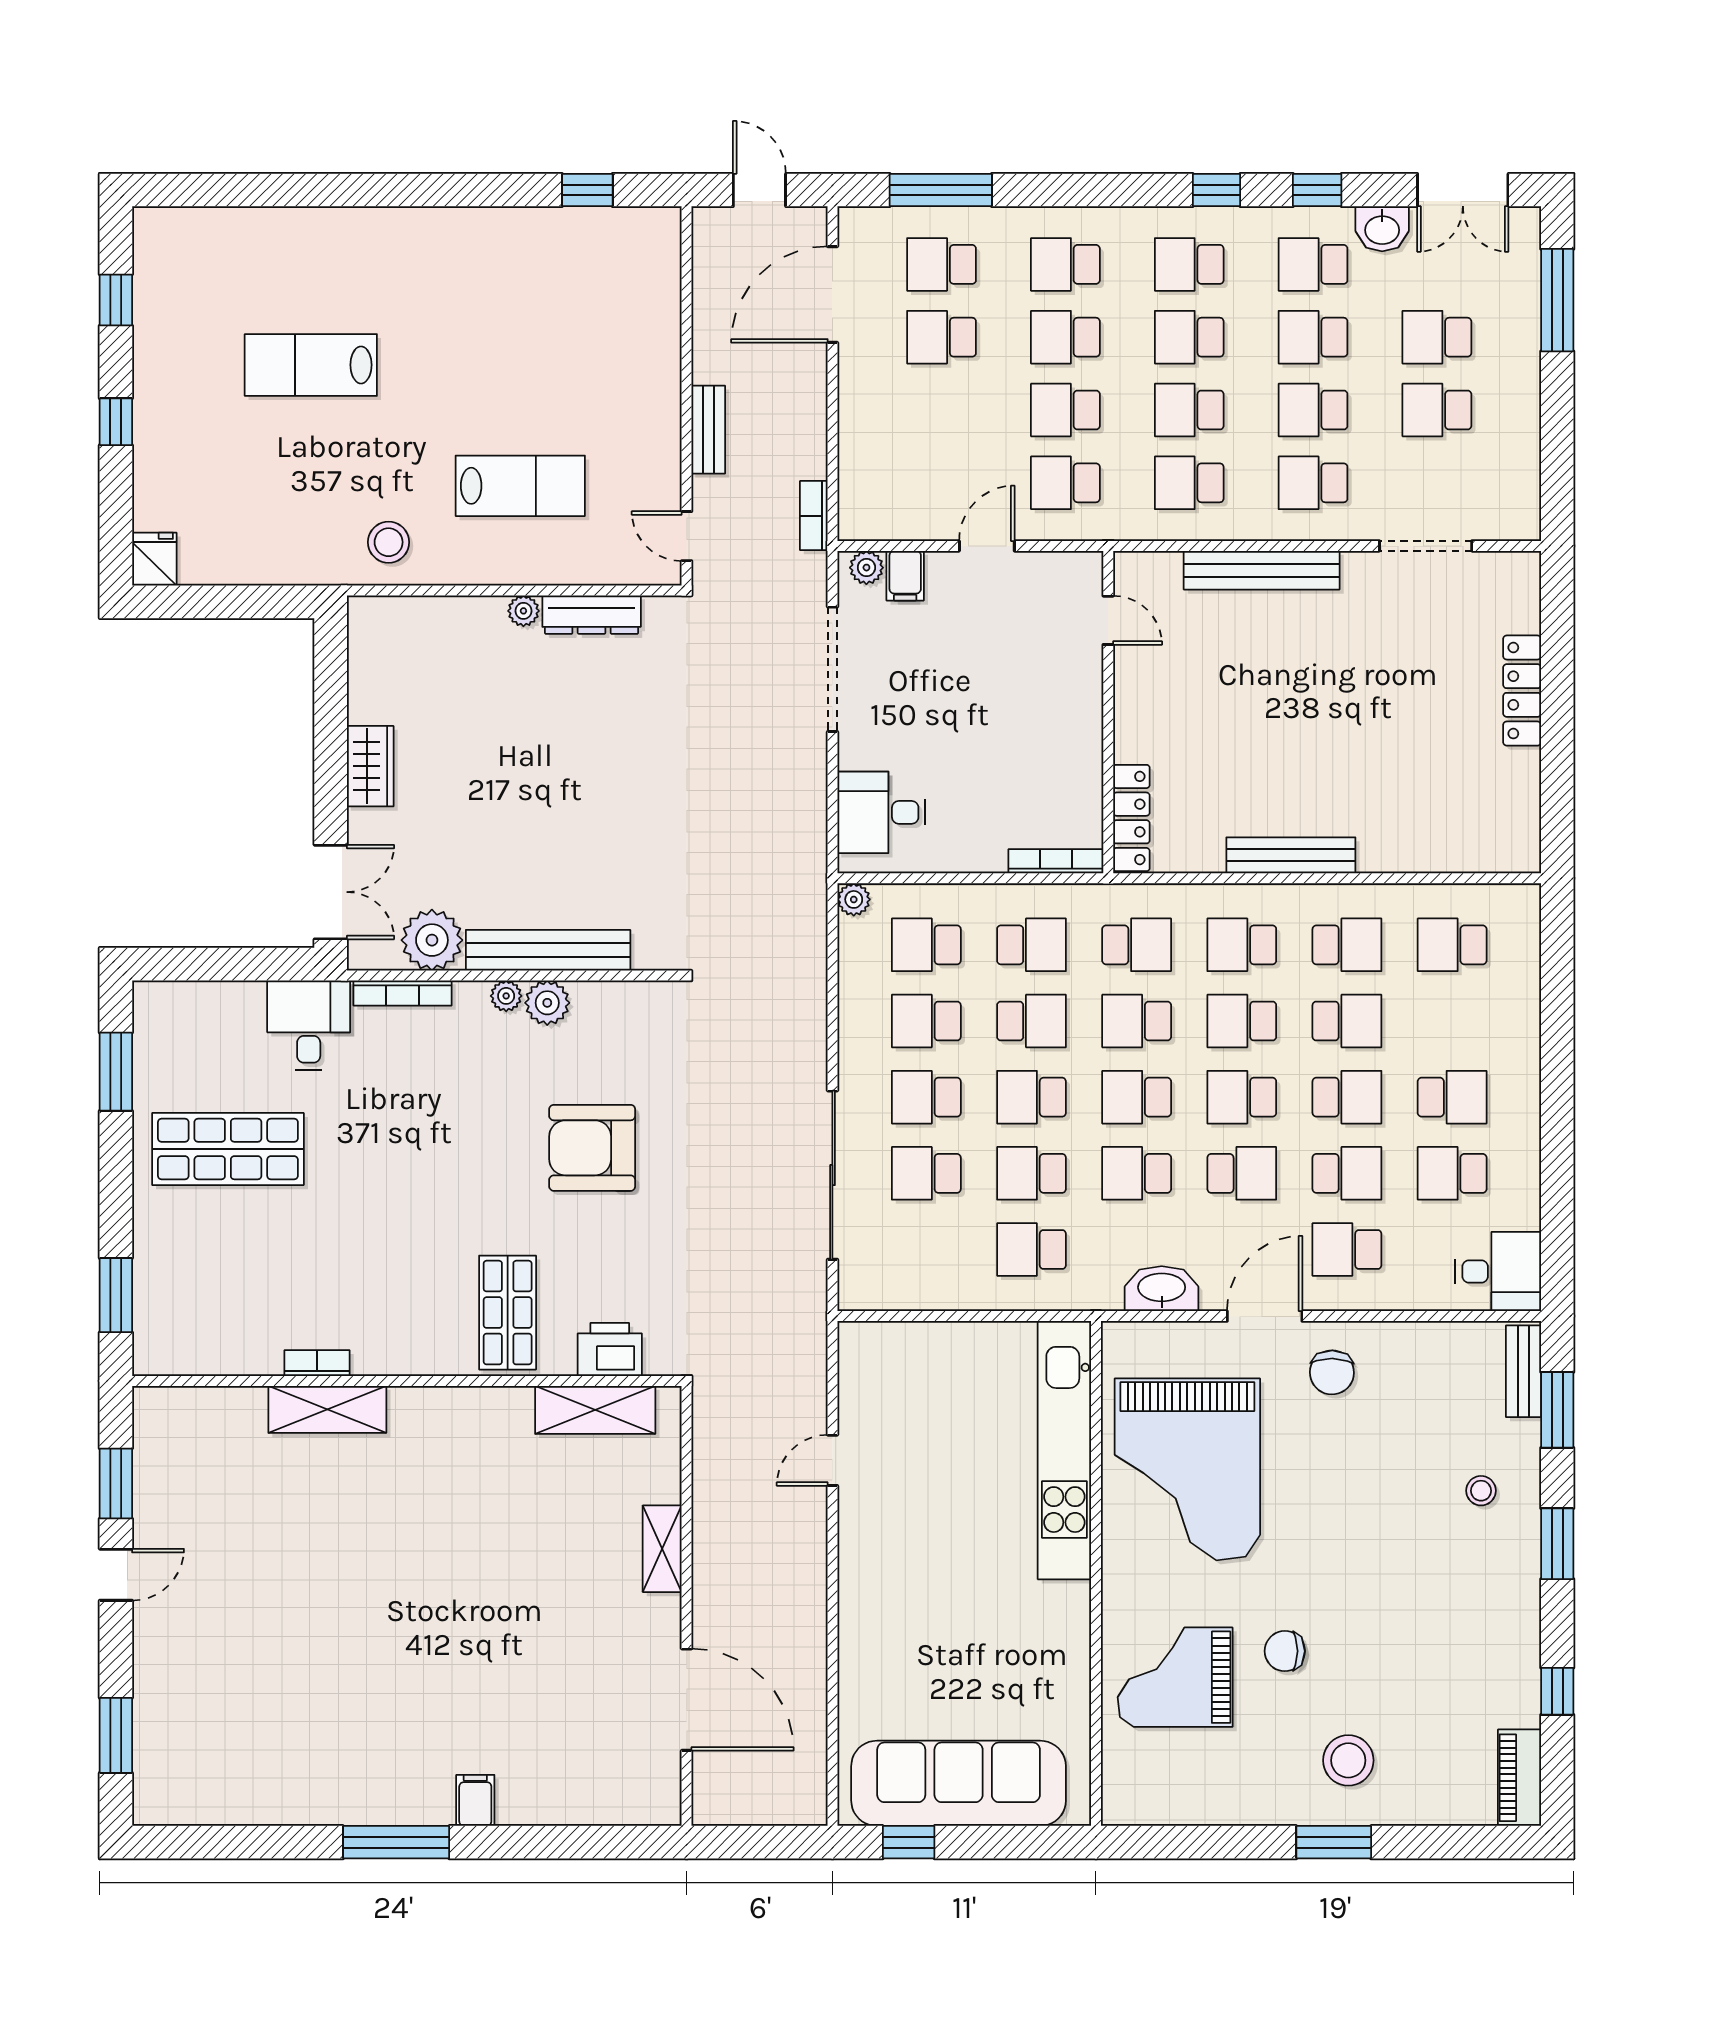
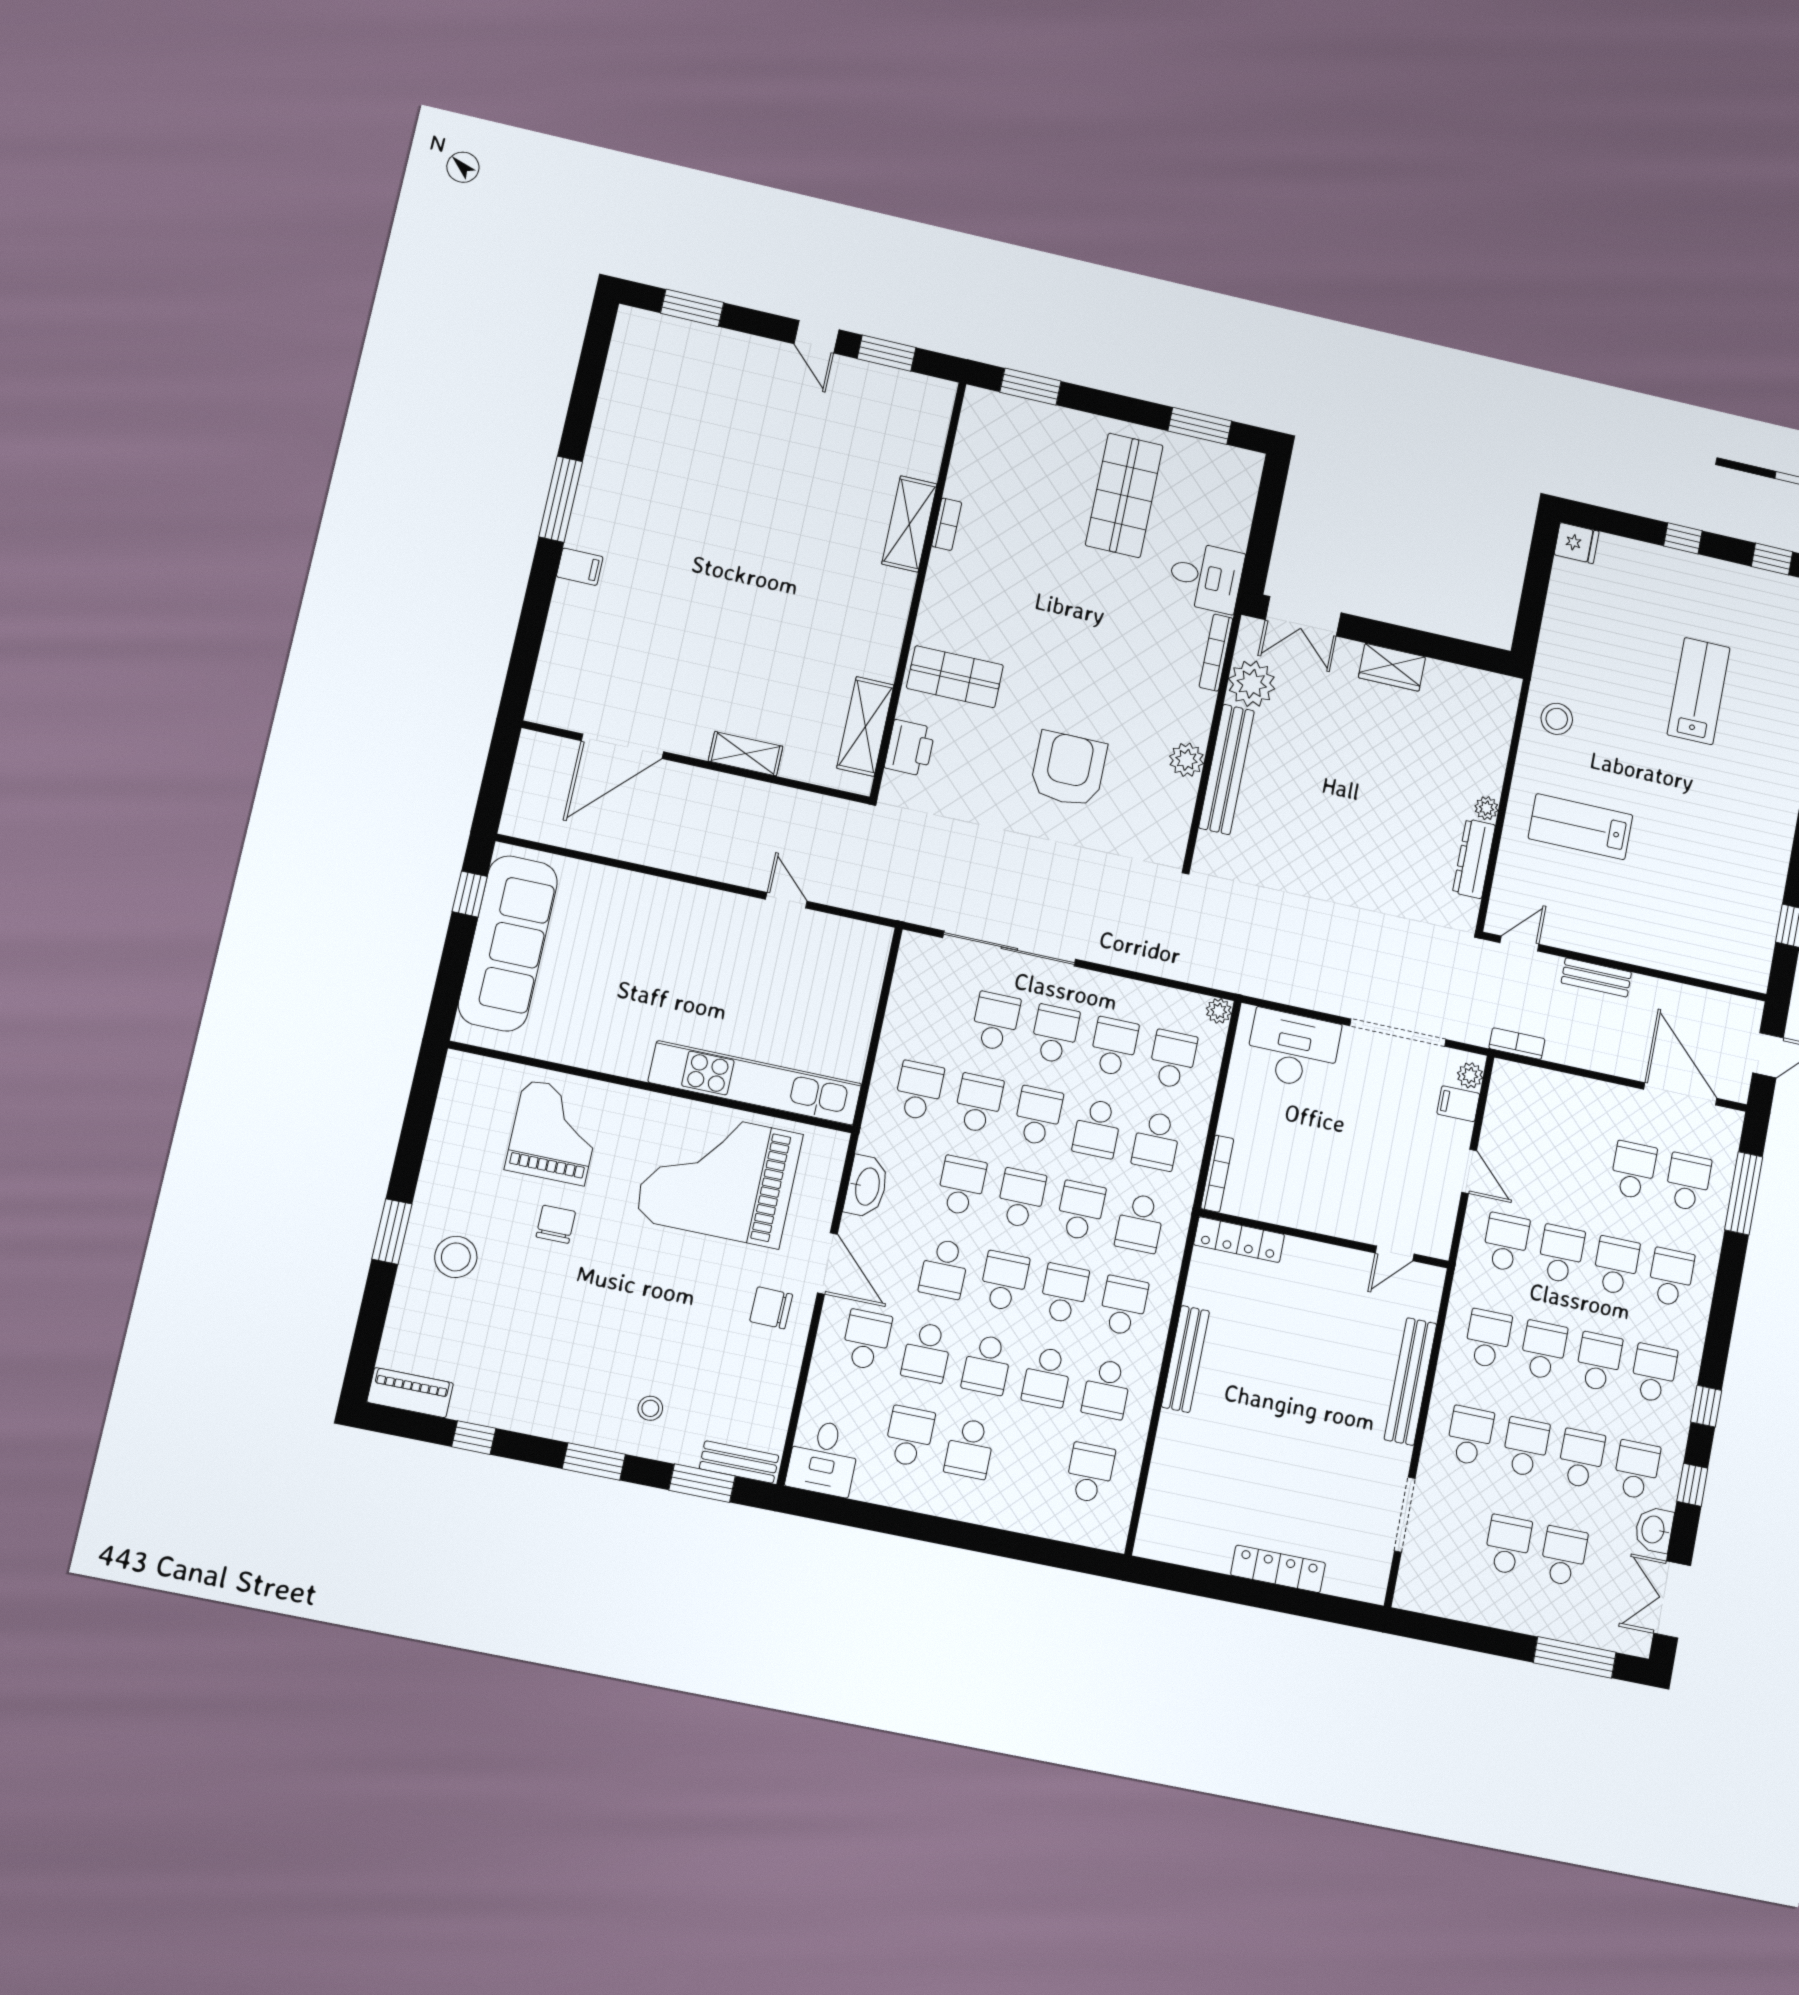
lab bench: (520, 486) -> (1580, 827), turned 90
desk: (881, 812) -> (1293, 1049), width x1.37
plant: (506, 996) -> (1198, 730), removed

